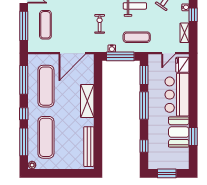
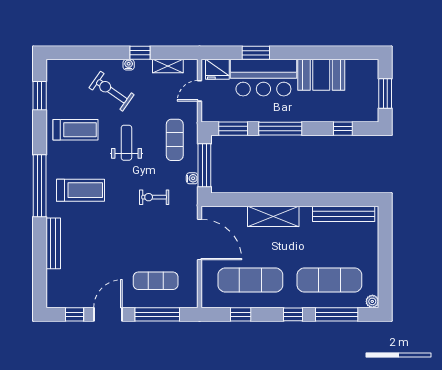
door: (168, 53) -> (199, 91), swing flipped
window: (24, 80) -> (241, 314), width x0.46
window: (193, 137) -> (256, 53), moved

